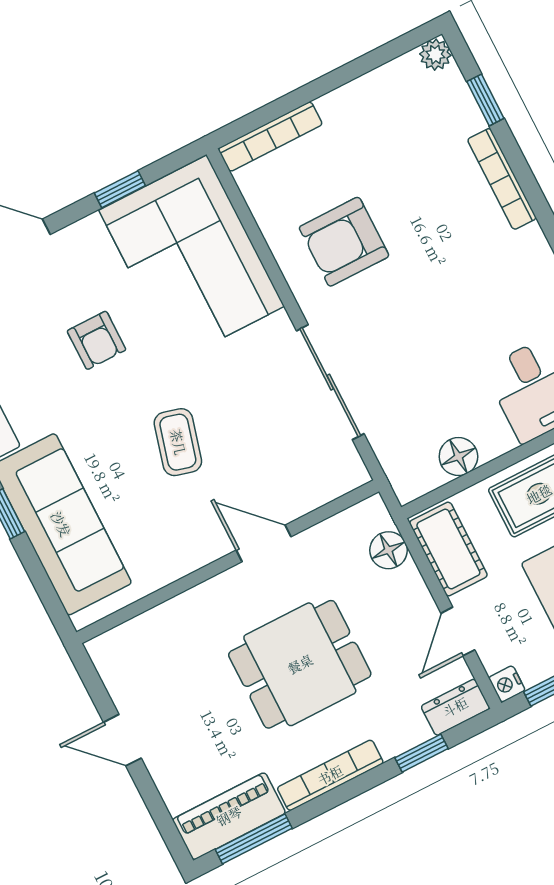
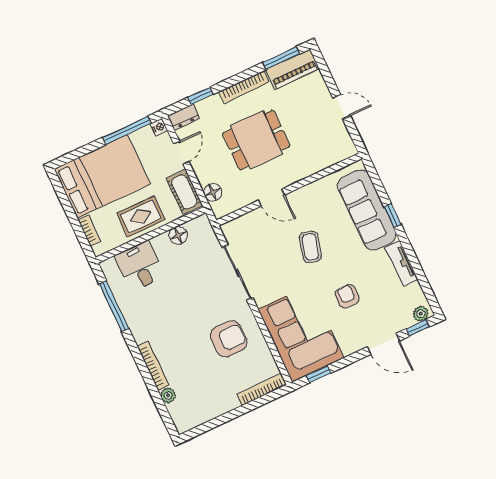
plant: (435, 55) -> (168, 395), moved
window: (485, 100) -> (159, 403), removed
window: (120, 189) -> (318, 374), moved

